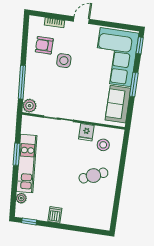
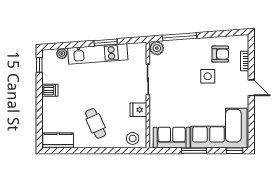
armchair: (44, 45) -> (220, 54), turned 90
stool: (103, 145) -> (133, 138), moved
kitchen counter: (105, 214) -> (58, 141), added

